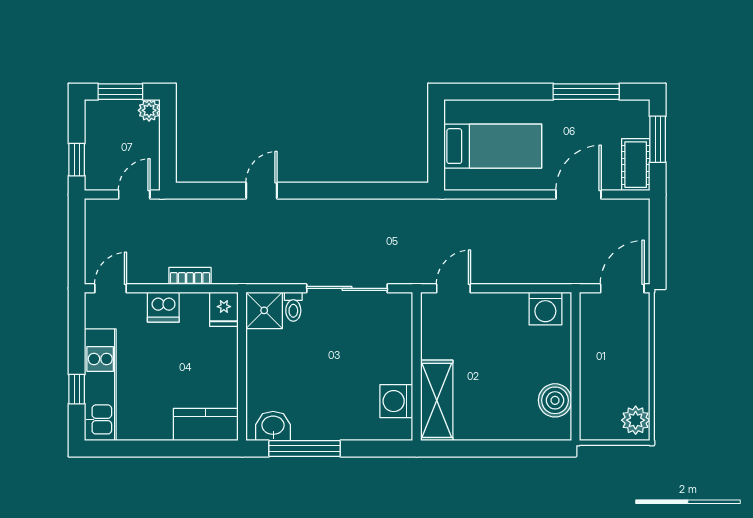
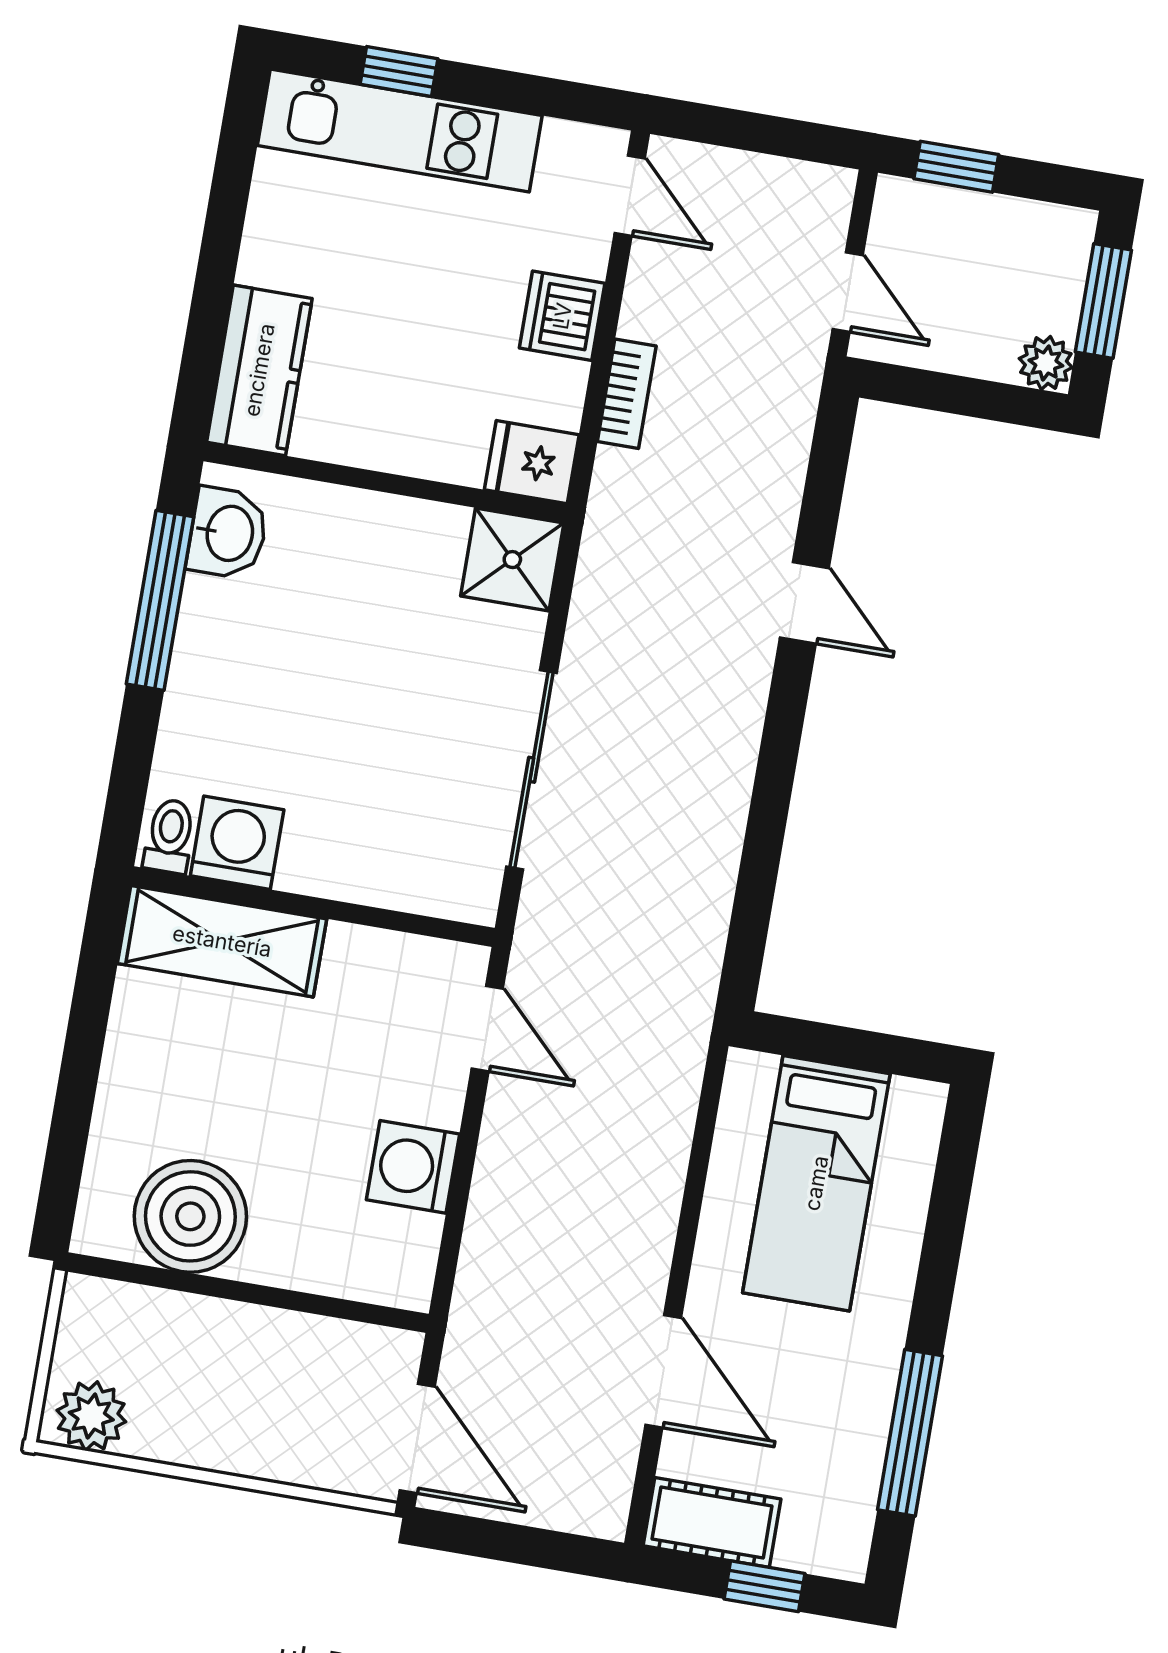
window: (658, 139) -> (765, 1586), width x0.67
toilet: (293, 307) -> (170, 836), moved, turned 90
washing machine: (545, 309) -> (413, 1167), moved
boiler: (555, 400) -> (190, 1216), width x1.37, depth x1.37

